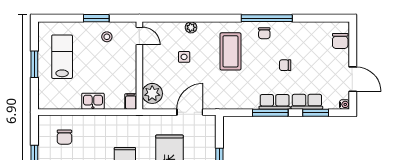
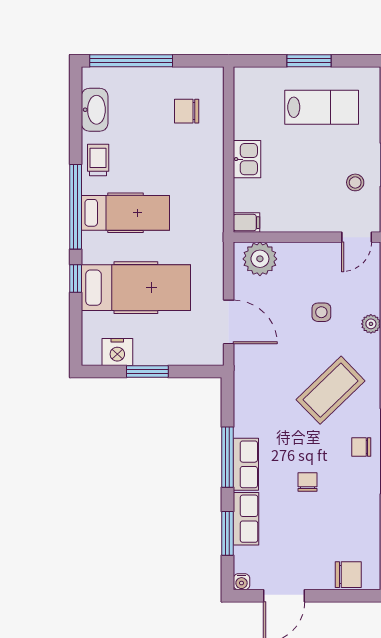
chair: (340, 41) -> (348, 575), turned 180
coffee table: (230, 51) -> (331, 390), turned -44

